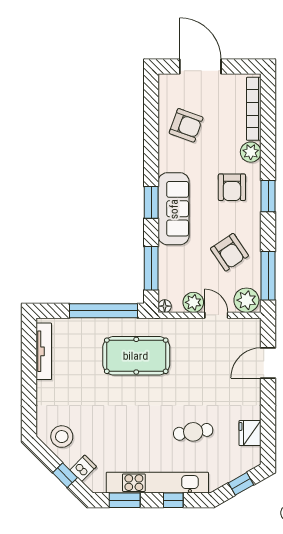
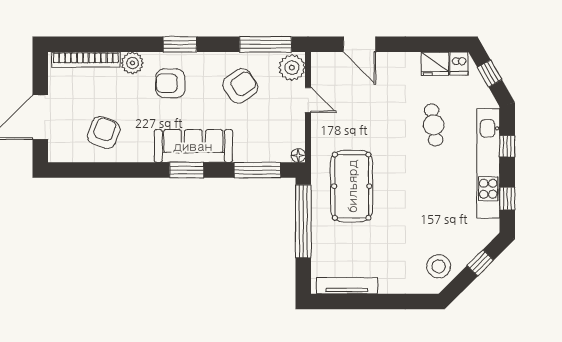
armchair: (232, 187) -> (170, 83), turned 180
plant: (193, 302) -> (294, 125), removed
door: (216, 315) -> (308, 100), swing flipped
dishwasher: (83, 468) -> (459, 64), moved, turned -135
window: (125, 500) -> (507, 199), width x0.67

